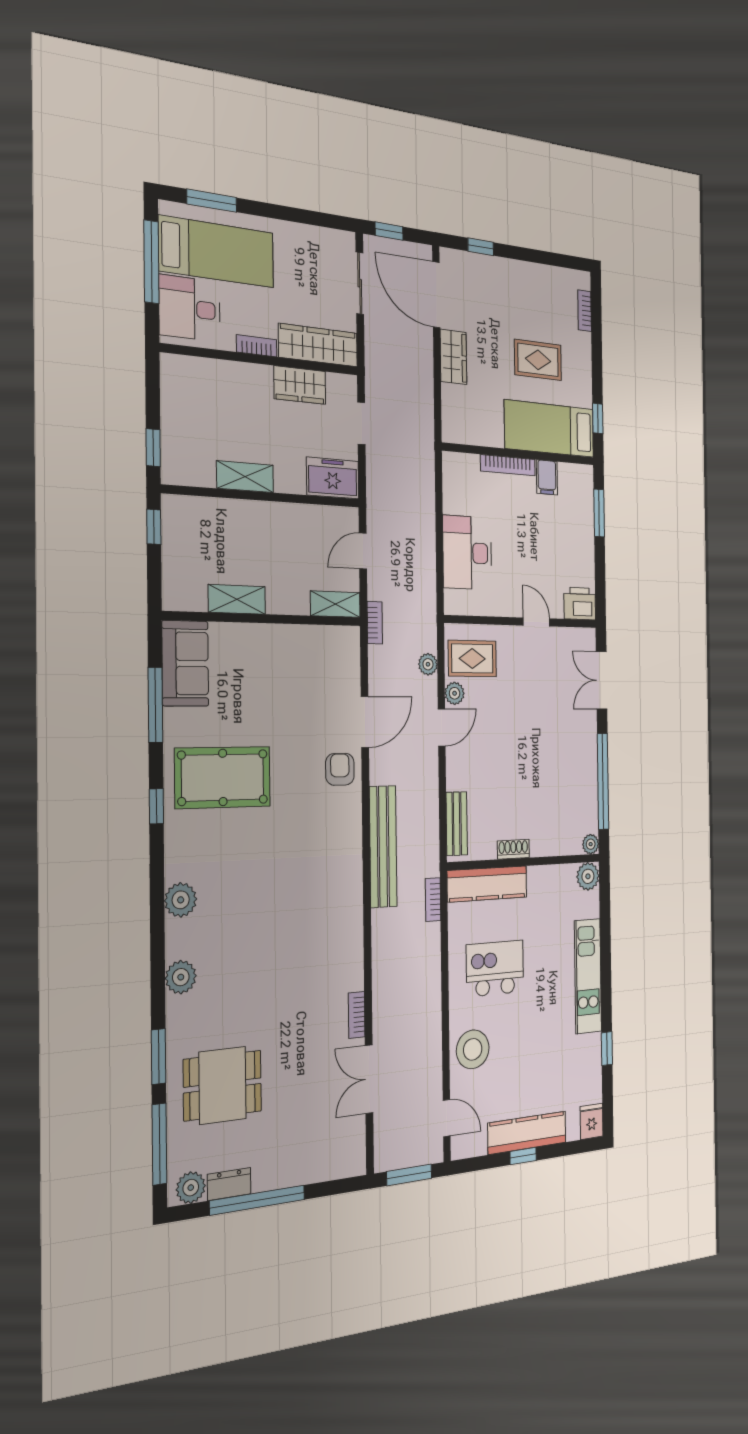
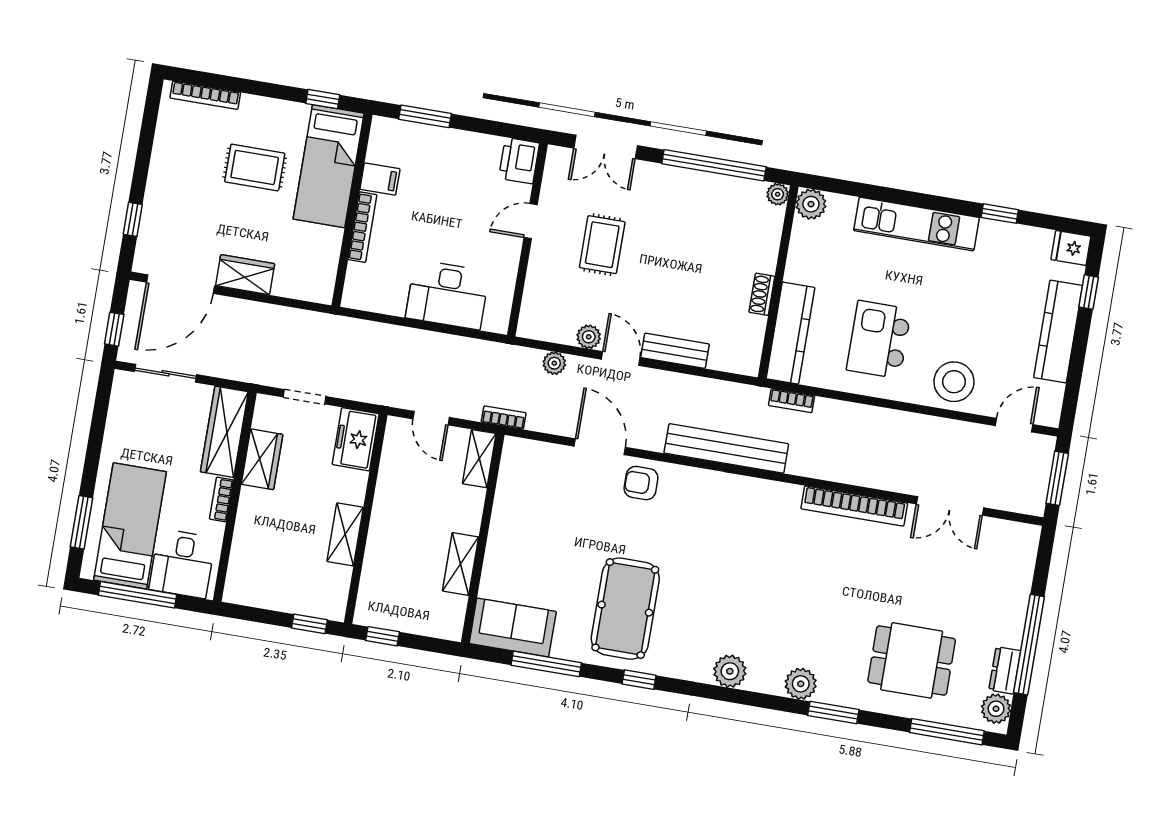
bookcase: (585, 311) -> (205, 95), width x1.56
rug: (538, 360) -> (255, 167), turned 90
rug: (472, 659) -> (602, 245), moved
bench: (457, 824) -> (675, 351), moved
bookcase: (357, 1015) -> (854, 506), width x2.31, depth x1.31
window: (159, 1057) -> (833, 712), moved
dining table: (223, 1085) -> (912, 660), turned 90
window: (523, 1156) -> (1089, 292), moved

